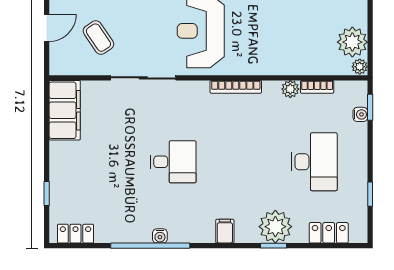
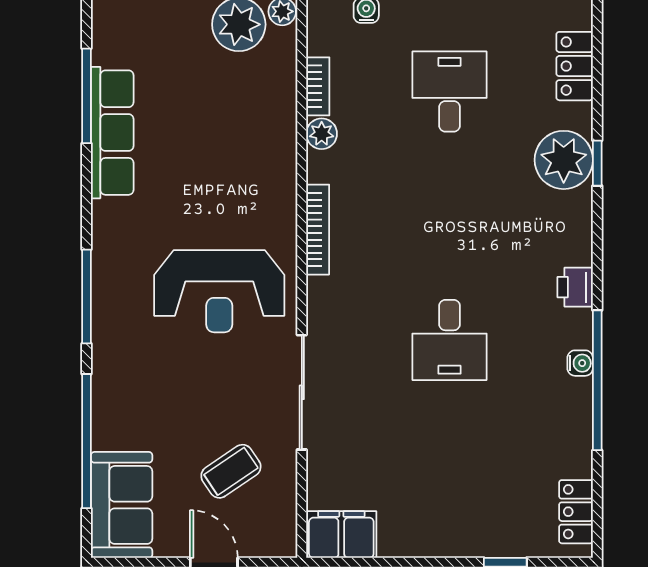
filing cabinet: (65, 110) -> (341, 535), width x0.67, depth x0.86
desk: (173, 162) -> (450, 340), turned 180
desk: (314, 162) -> (450, 92), width x0.73
filing cabinet: (225, 231) -> (572, 249), removed
printer: (203, 233) -> (575, 287), added

